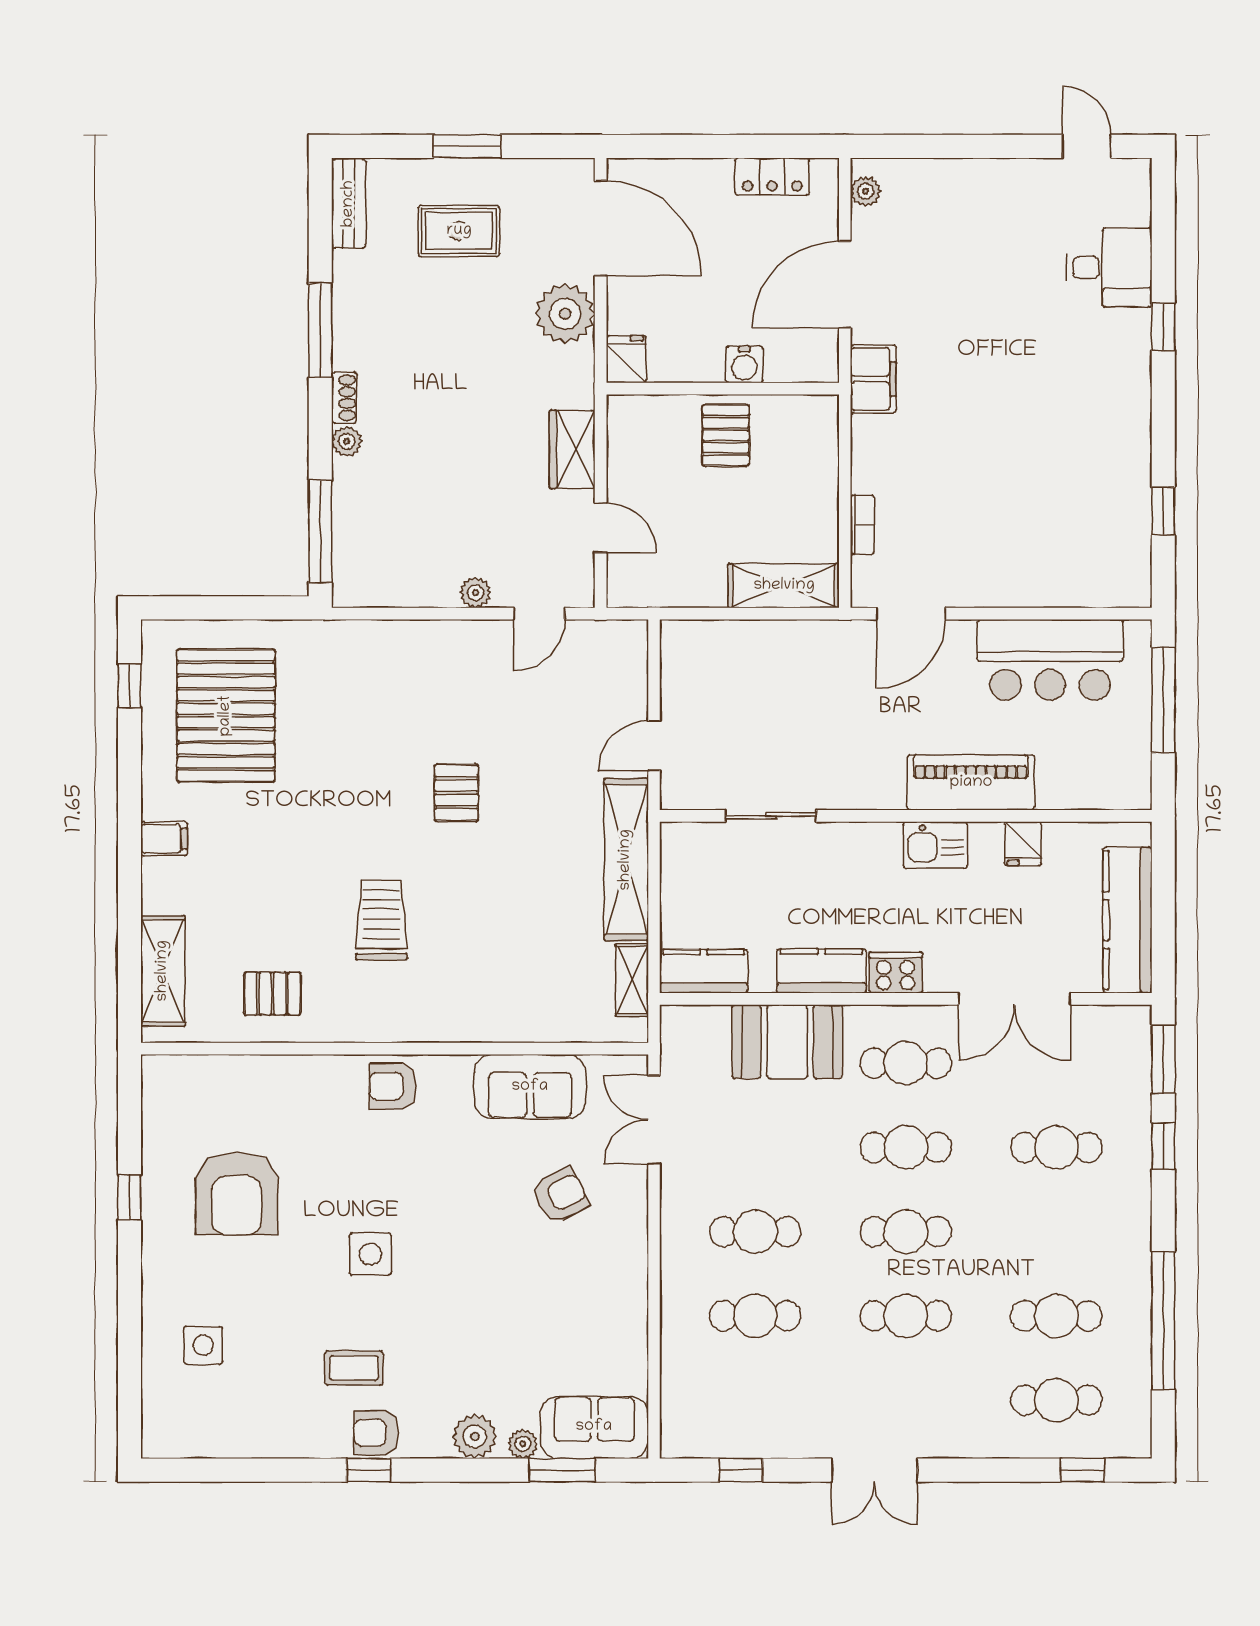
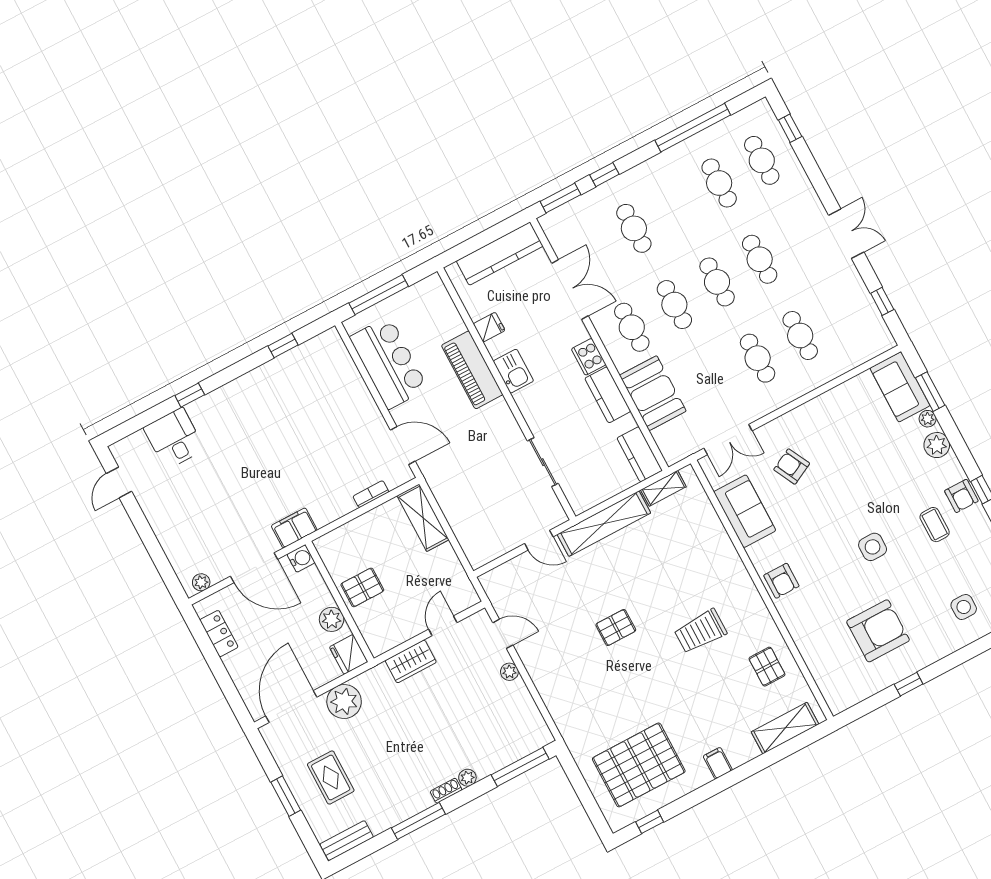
fridge: (626, 359) -> (349, 654), width x1.38
plant: (702, 362) -> (332, 619), added
water cooler: (744, 364) -> (301, 558), moved

